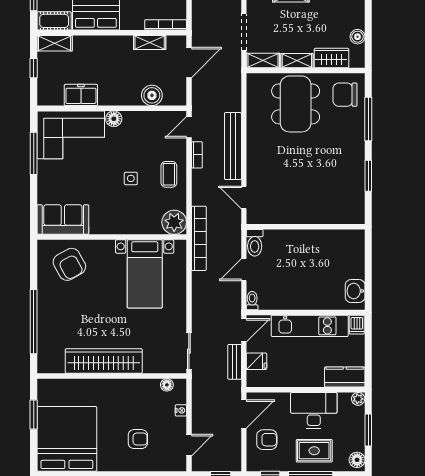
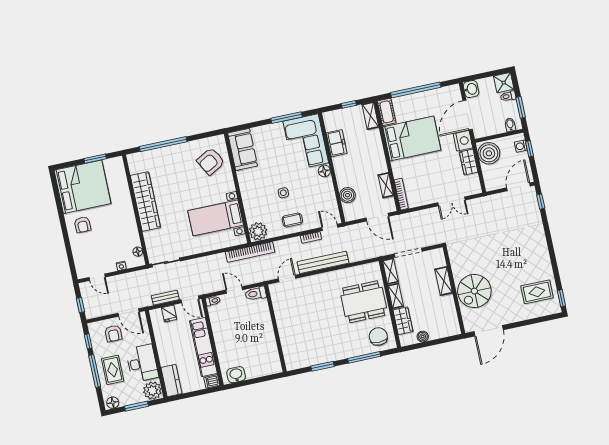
plant: (358, 399) -> (152, 391), width x1.88, depth x1.88
armchair: (138, 439) -> (83, 225), moved

